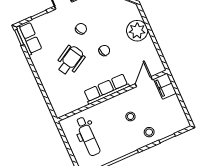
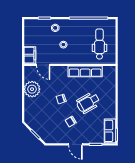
plant: (137, 31) -> (32, 89), moved
door: (144, 82) -> (43, 65), hinge flipped
row of seats: (106, 89) -> (85, 71), moved

